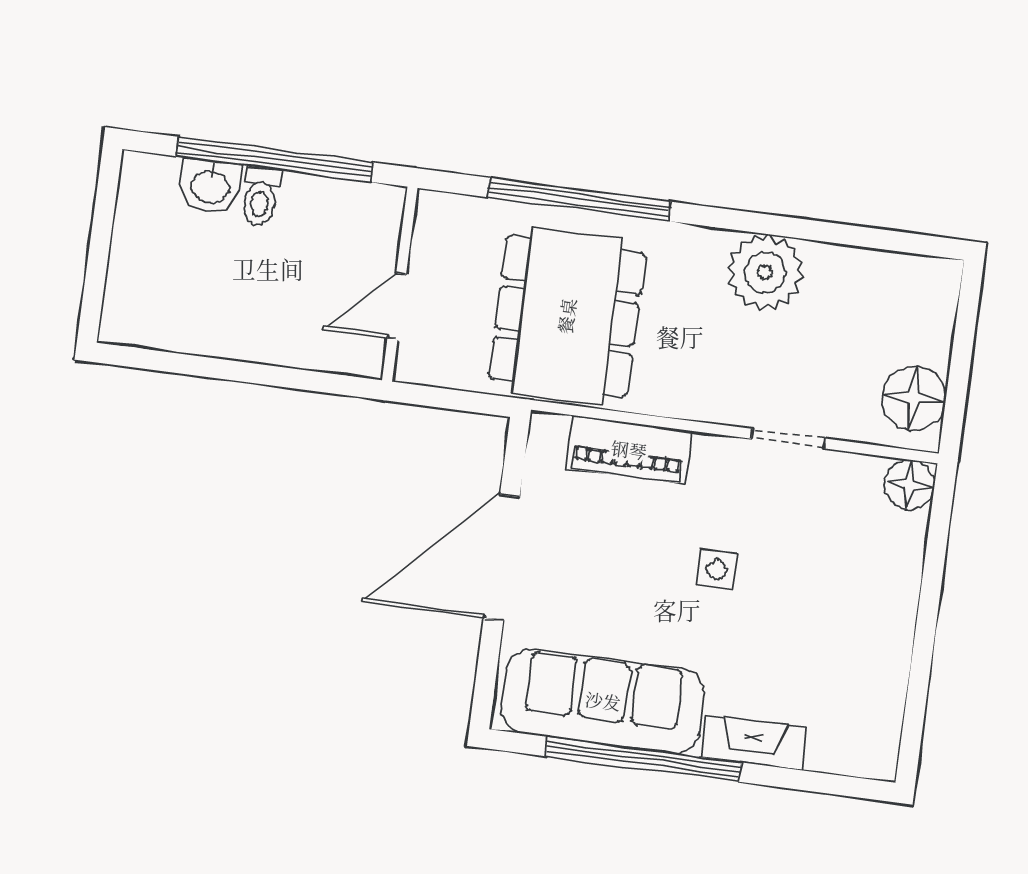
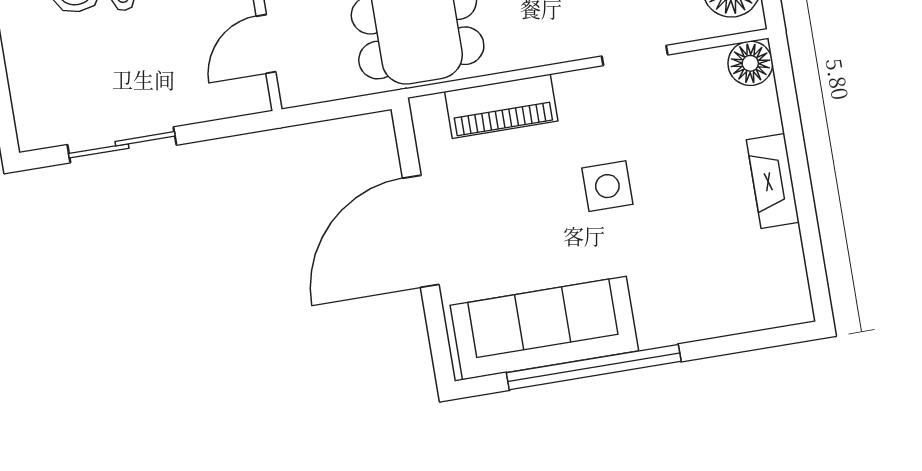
sliding door: (210, 367) -> (122, 145), added
side table: (716, 570) -> (607, 186), width x1.37, depth x1.37
fireplace: (753, 742) -> (773, 181), moved, turned -90

